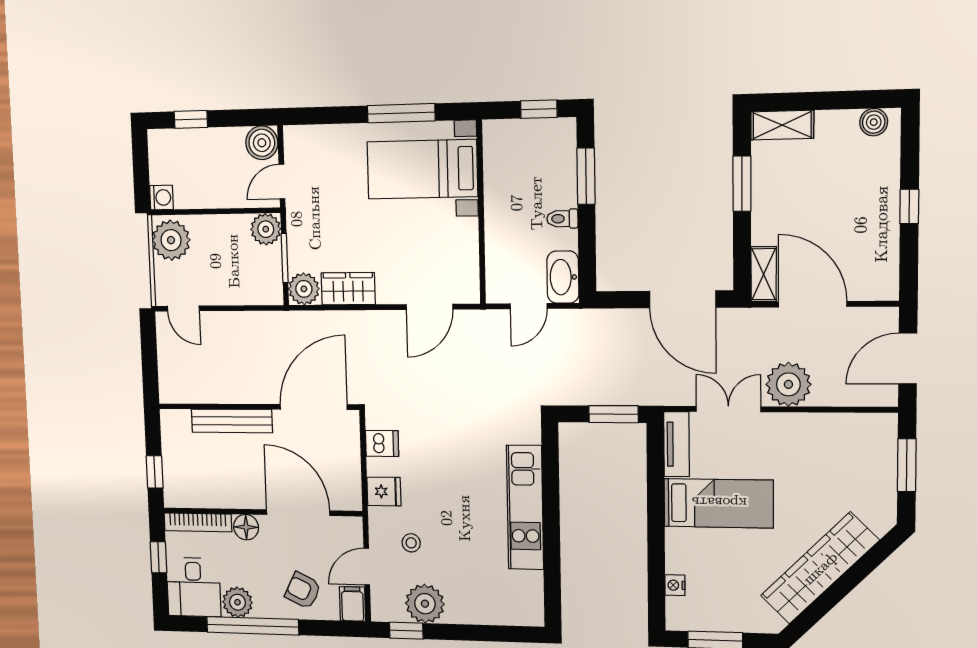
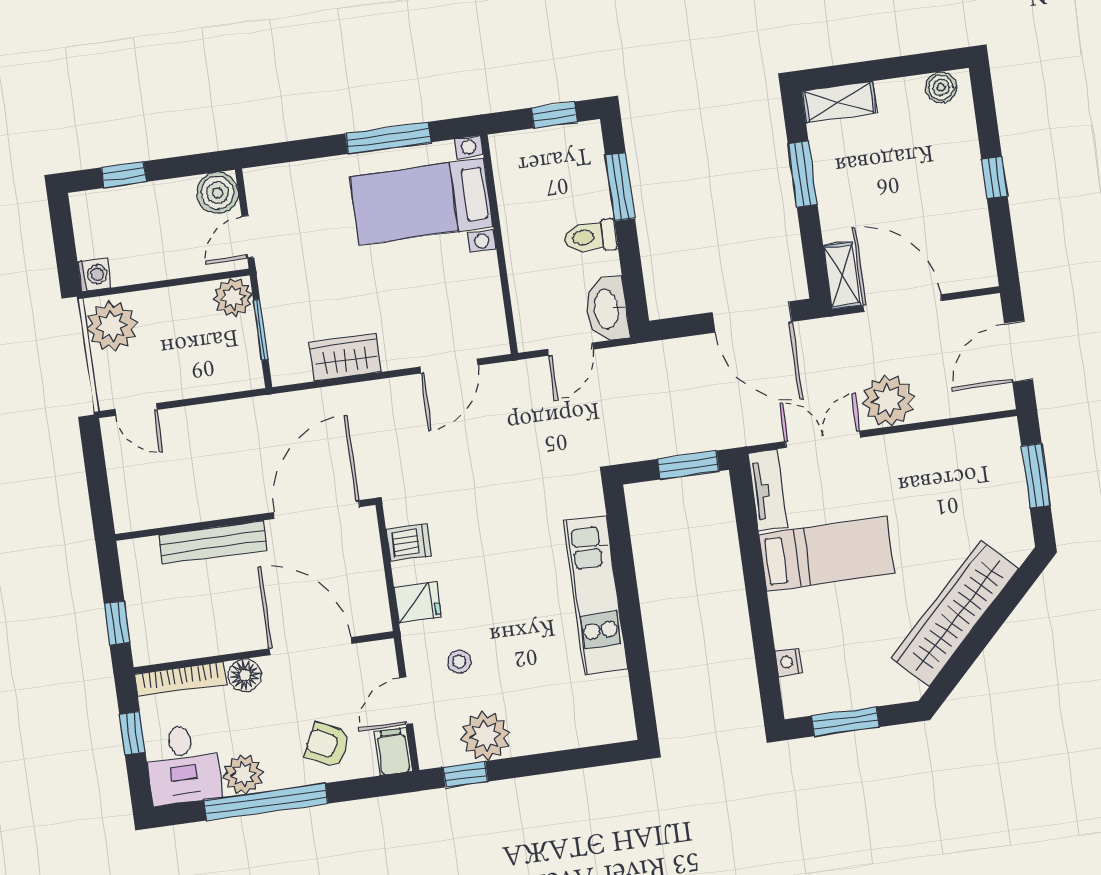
toilet: (562, 219) -> (590, 237), width x1.37, depth x1.39
plant: (304, 289) -> (289, 365), removed

